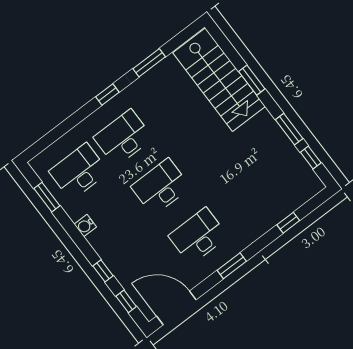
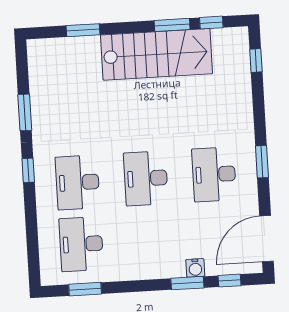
stairs: (219, 80) -> (156, 54), moved
window: (252, 80) -> (83, 30), moved
window: (288, 223) -> (256, 61), moved
water cooler: (85, 226) -> (195, 268), moved
window: (103, 271) -> (187, 283), width x1.50

